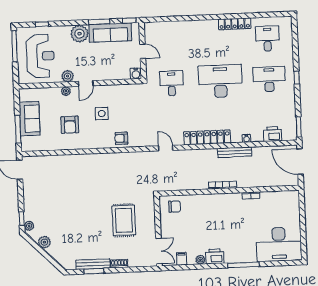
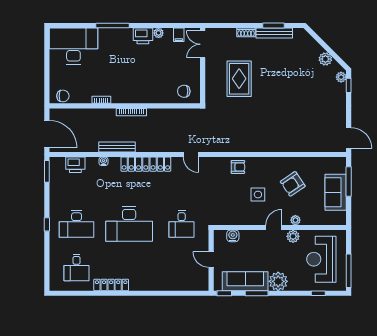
water cooler: (136, 74) -> (233, 236), moved
armchair: (70, 125) -> (293, 184), turned -124
chair: (287, 197) -> (63, 96), added

